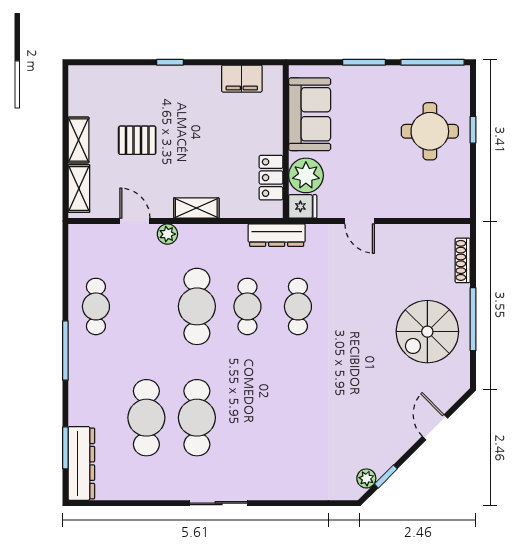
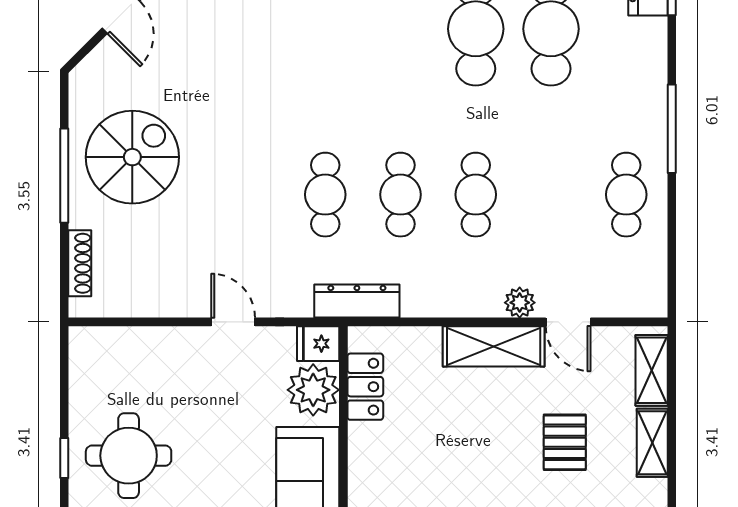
pallet: (137, 140) -> (565, 442), turned 90
shelving: (196, 208) -> (494, 346), width x1.50, depth x1.33
cafe table: (197, 306) -> (476, 195), width x0.73, depth x0.74

